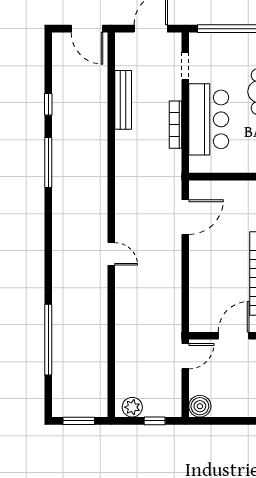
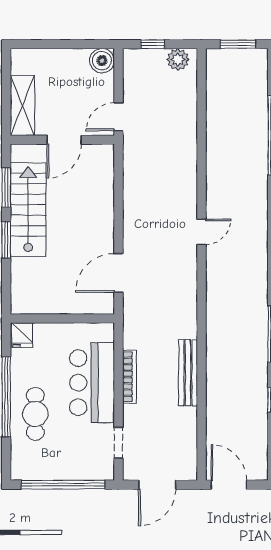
bench: (123, 100) -> (188, 373), moved
door: (111, 254) -> (202, 232), swing flipped

